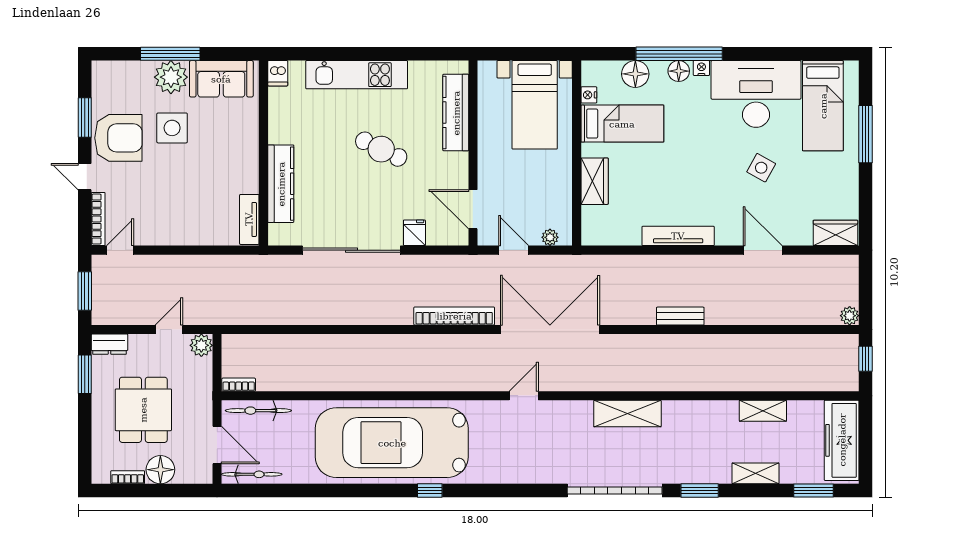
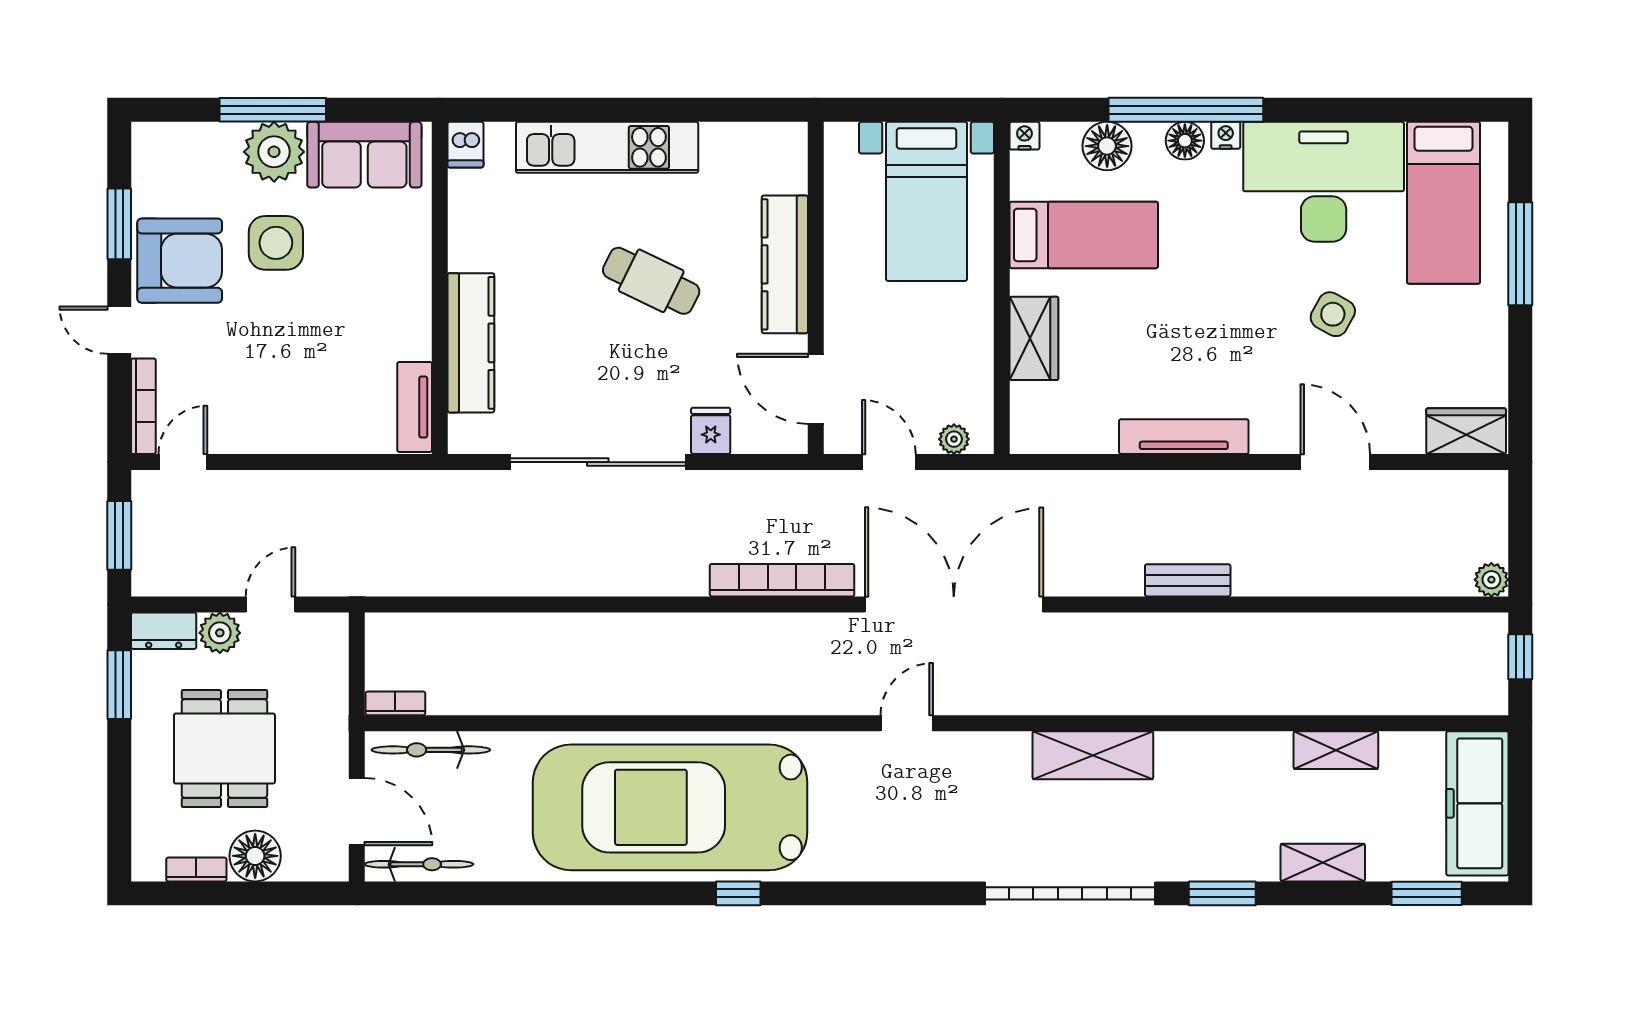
nightstand: (589, 95) -> (1024, 136), moved, turned 90
kitchen counter: (456, 113) -> (785, 264), moved
plant: (201, 345) -> (220, 633), moved

